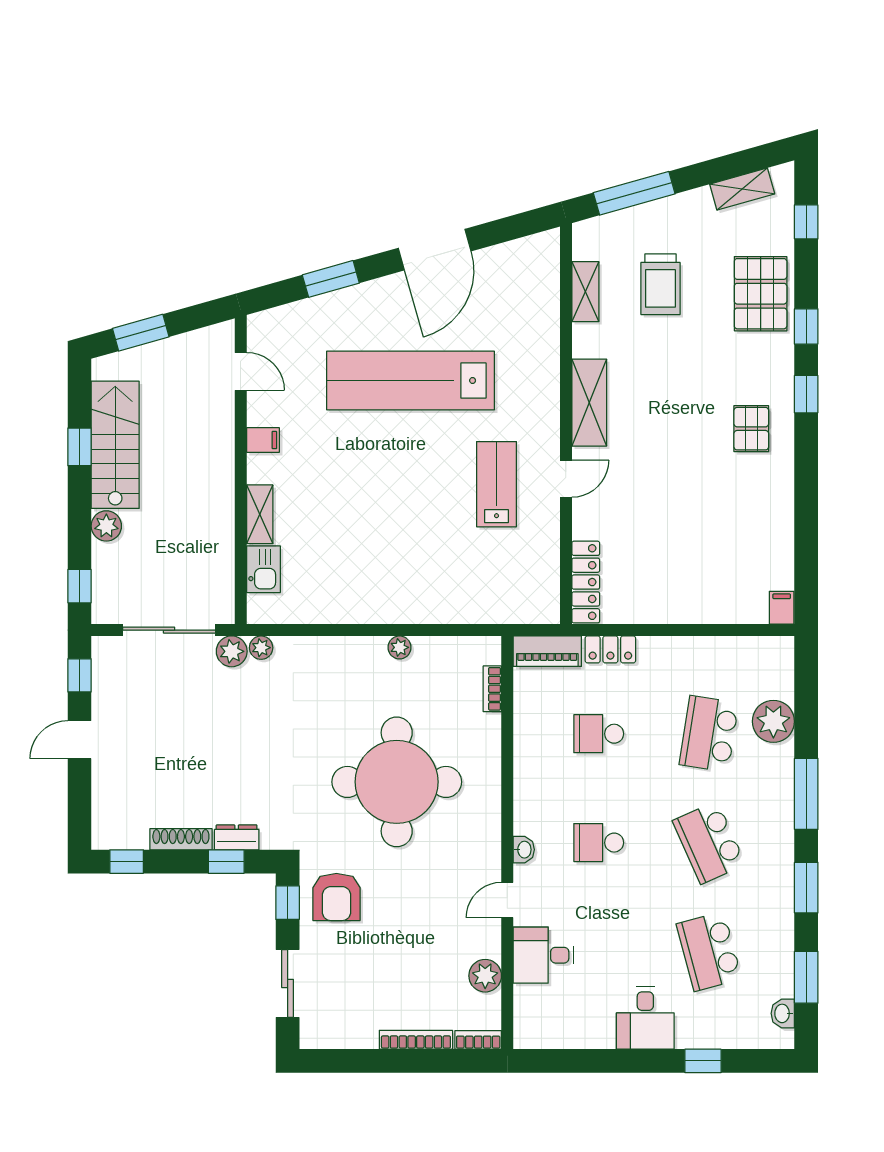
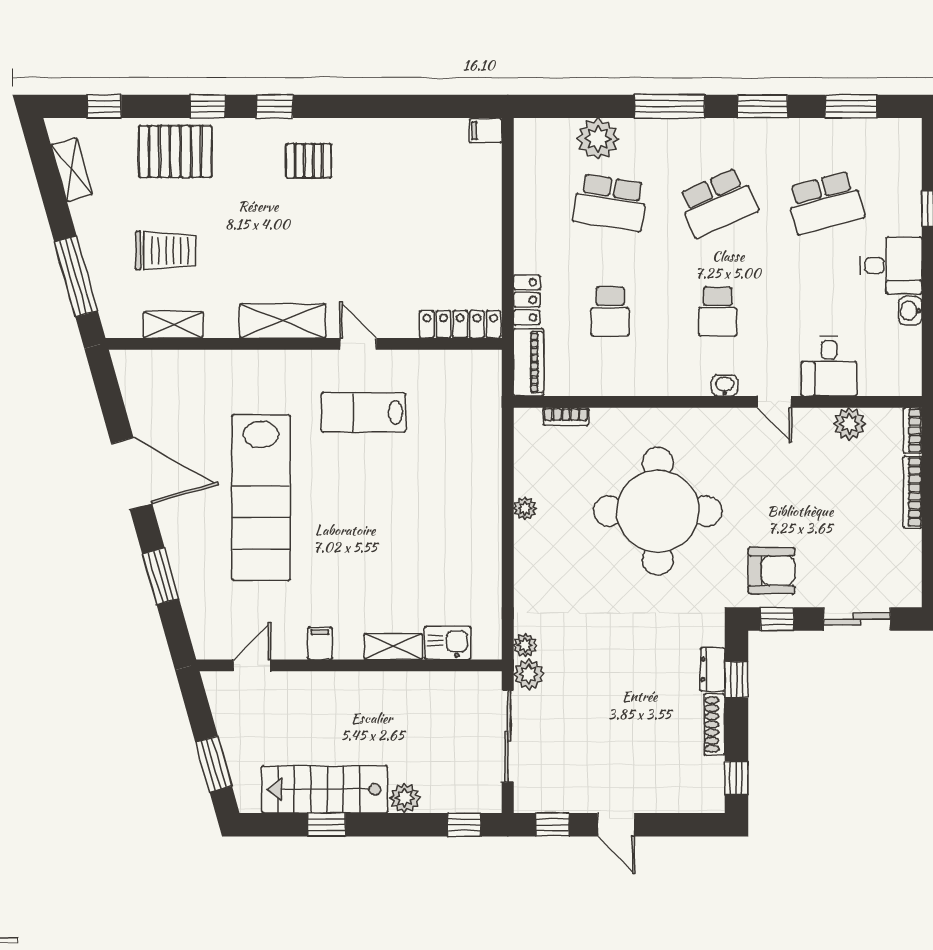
washbasin: (783, 1013) -> (910, 311), moved, turned 90

